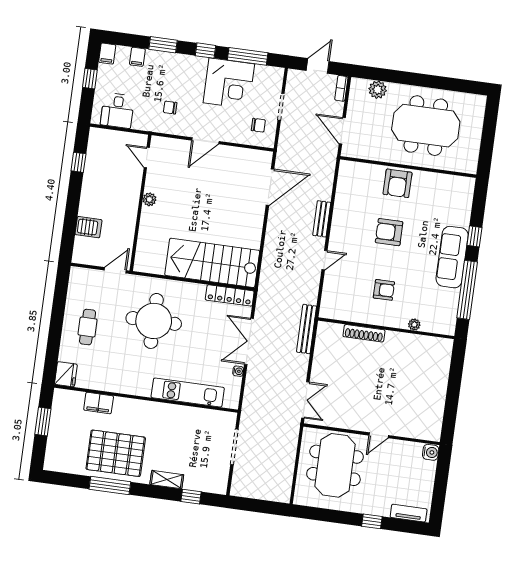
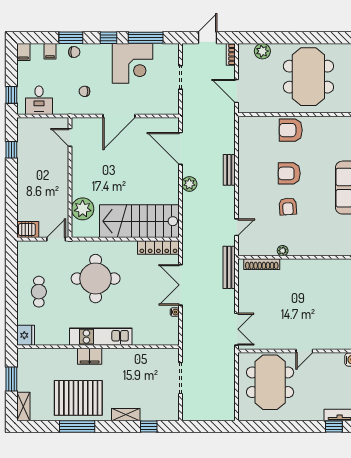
window: (90, 79) -> (11, 95), moved
chair: (258, 125) -> (74, 52), moved
meeting table: (426, 126) -> (308, 77), turned 90
door: (205, 141) -> (119, 116), width x1.36
armchair: (397, 183) -> (291, 130), turned 90
door: (270, 187) -> (181, 148), swing flipped
plant: (149, 199) -> (83, 209), moved, width x1.87, depth x1.87
server rack: (88, 227) -> (28, 230), moved
plant: (274, 229) -> (189, 184), added
door: (324, 260) -> (237, 227), moved
armchair: (384, 290) -> (288, 206), moved, turned 86
plant: (414, 325) -> (283, 251), moved
shoe rack: (364, 333) -> (262, 264), moved
kitchen unit: (188, 393) -> (101, 337), moved
filing cabinet: (99, 403) -> (90, 356), moved
shelving: (52, 455) -> (23, 407), added
window: (372, 521) -> (334, 427), moved

